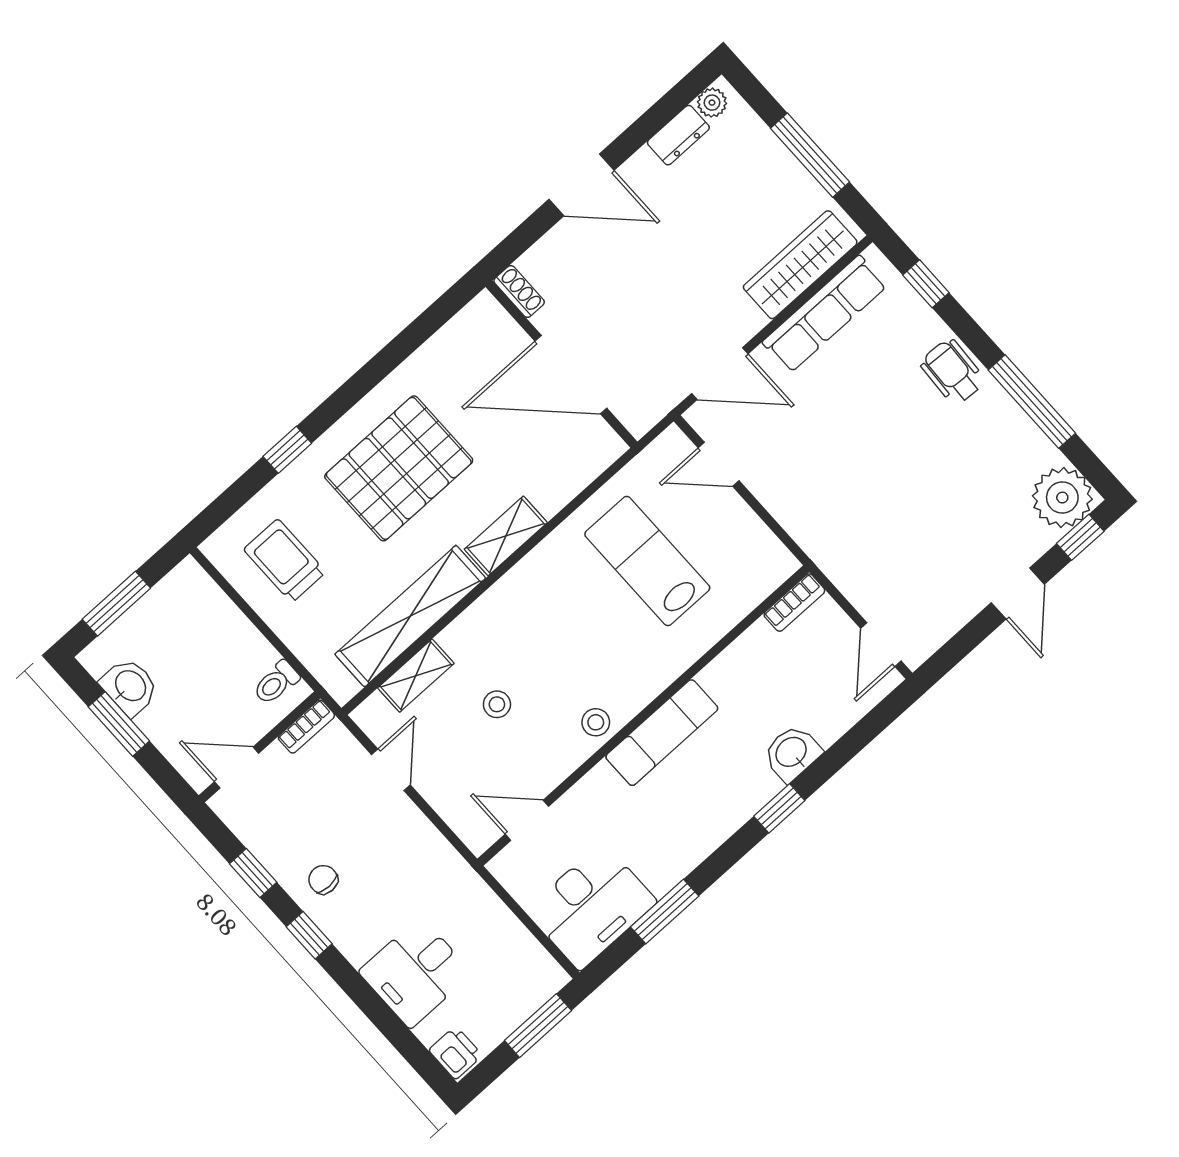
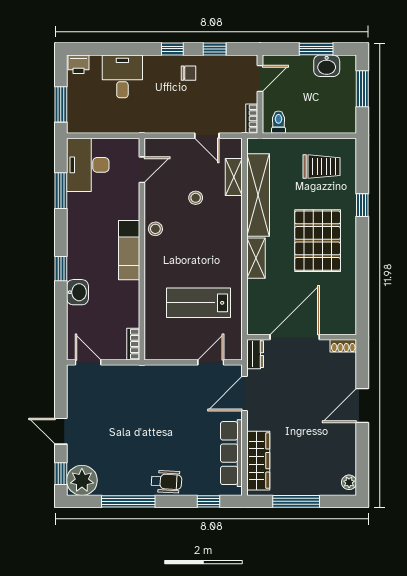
dresser: (678, 135) -> (255, 354), moved, turned 180
lab bench: (647, 561) -> (199, 303), turned 180

